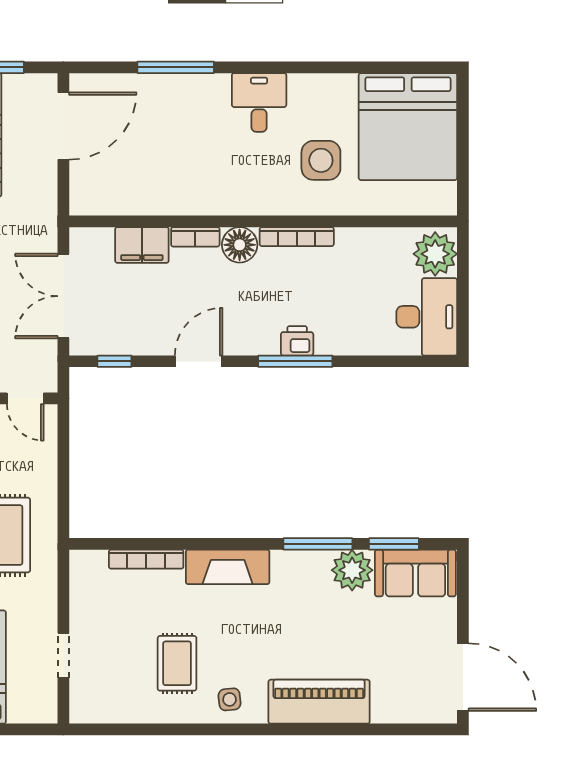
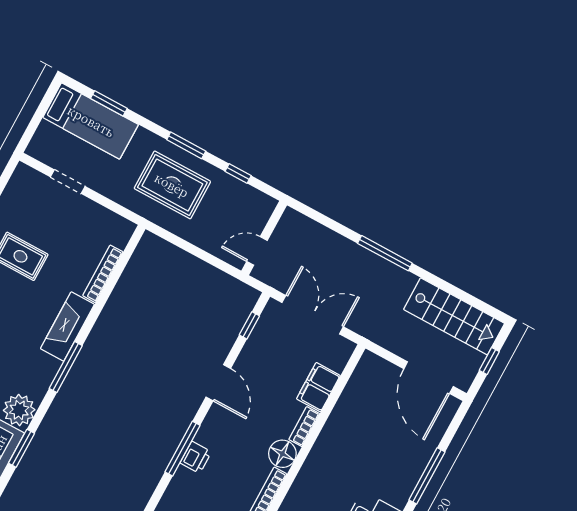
window: (318, 544) -> (66, 367), moved

